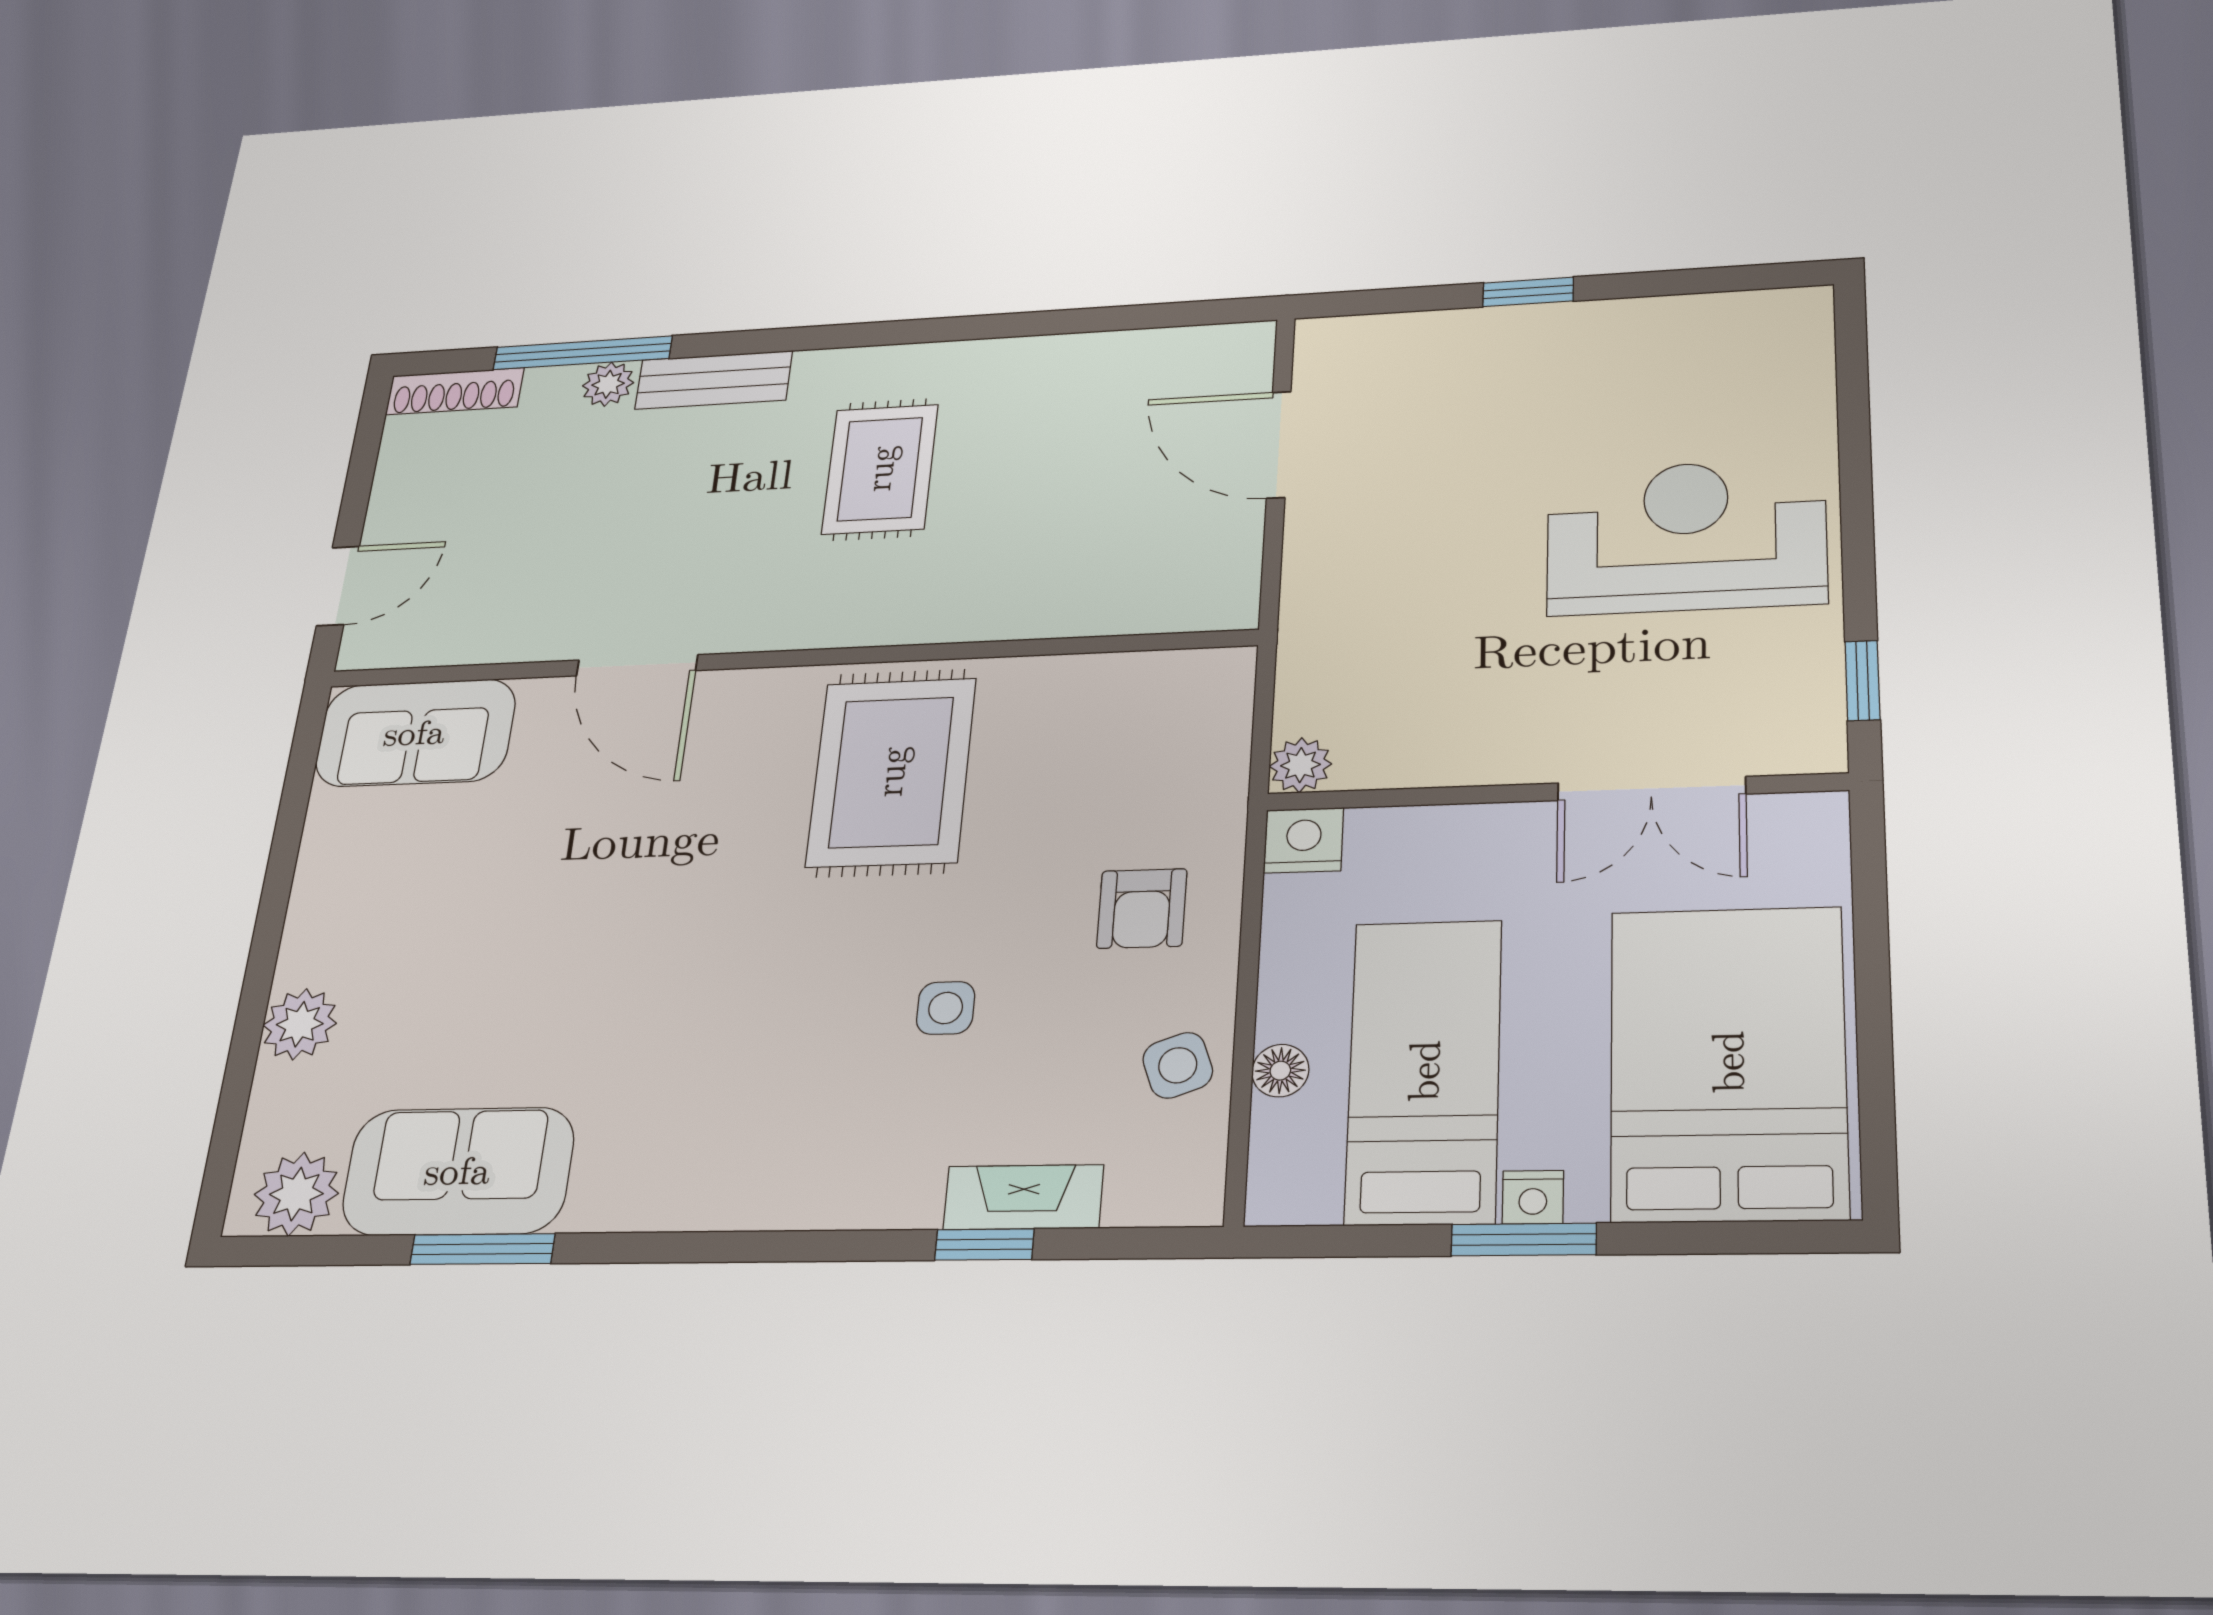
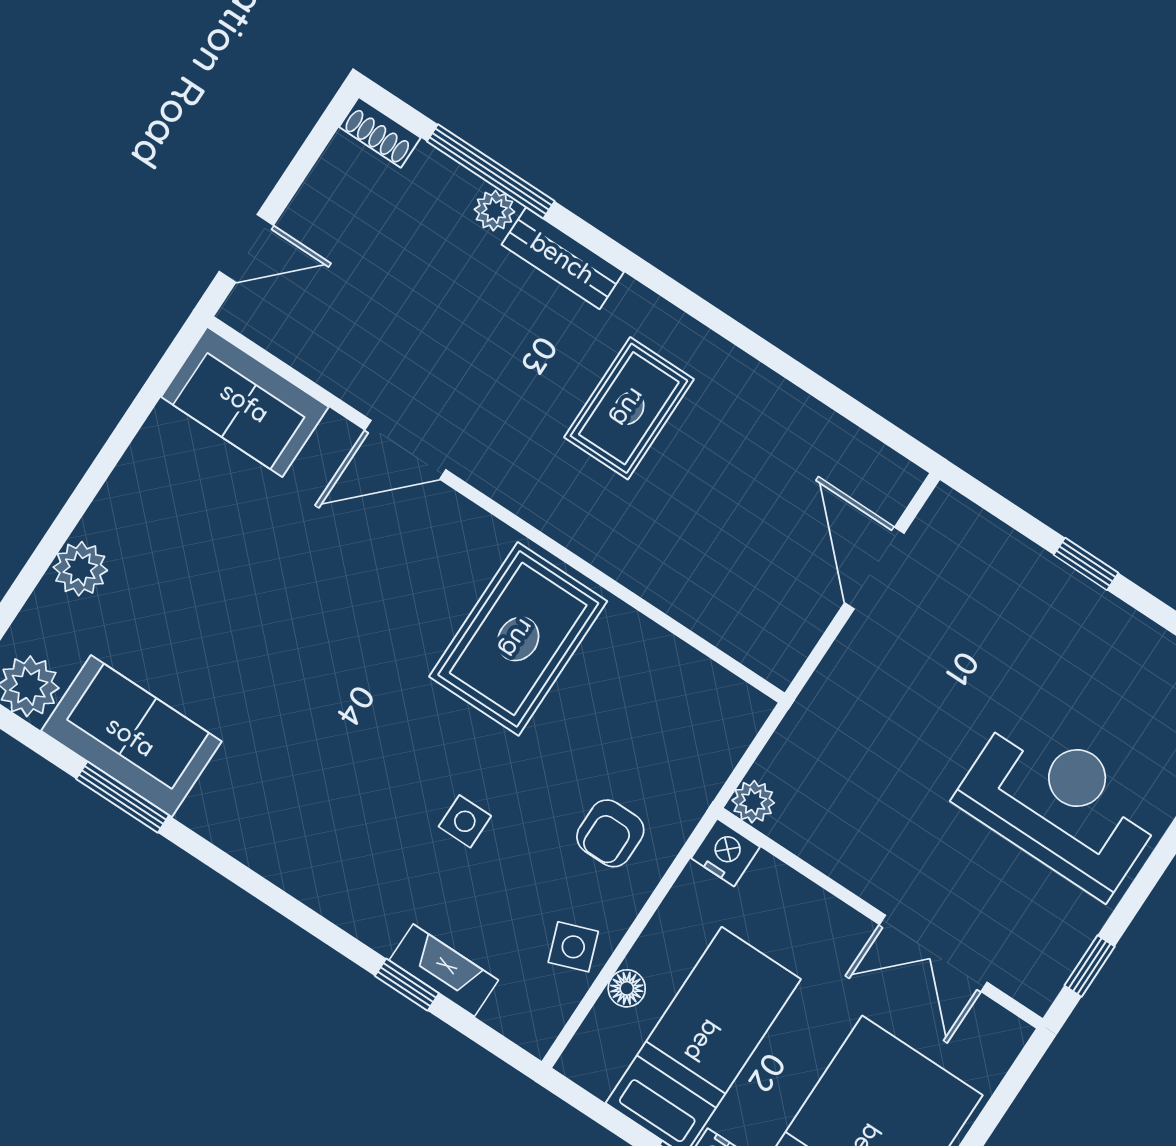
shoe rack: (455, 391) -> (380, 132), width x0.70
door: (637, 665) -> (405, 450), hinge flipped

